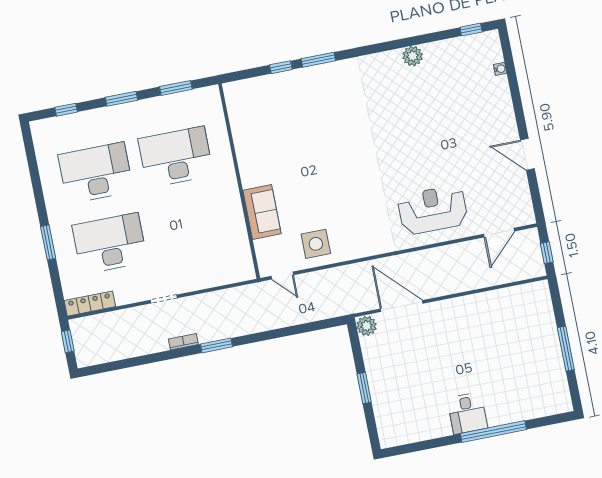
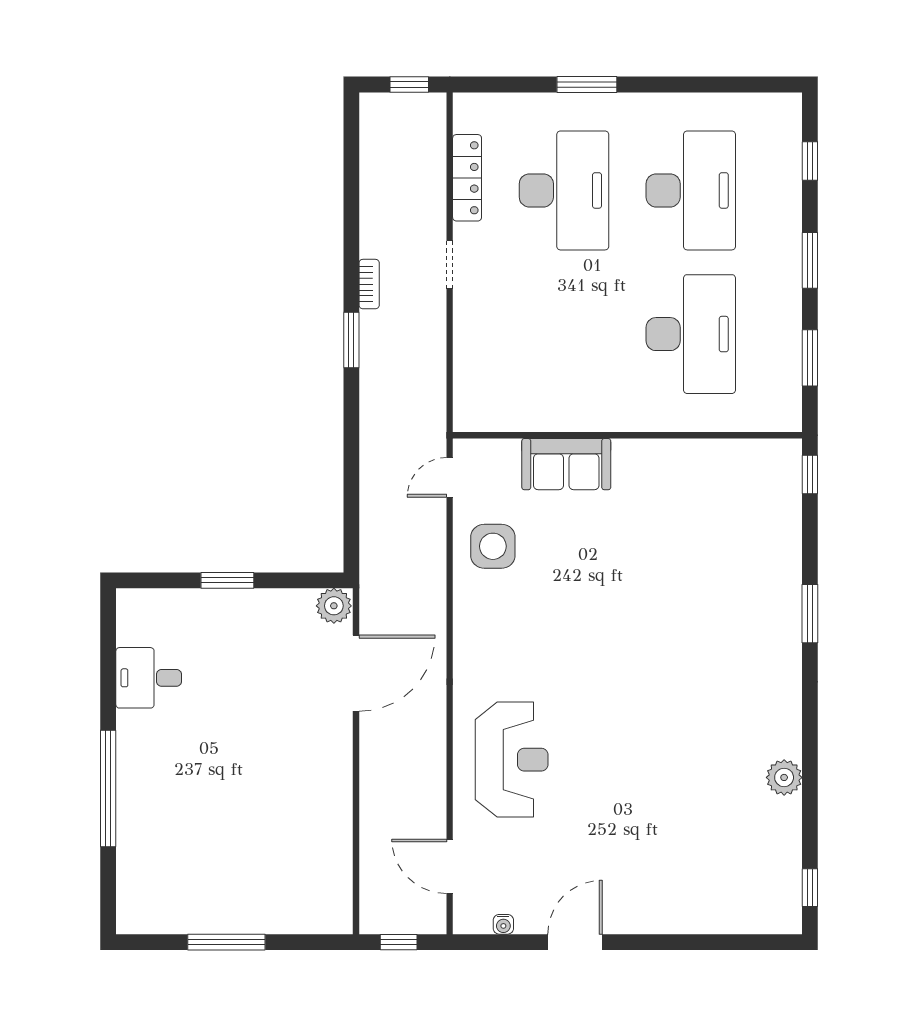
window: (281, 67) -> (810, 475), moved
water cooler: (500, 69) -> (503, 924), moved
locker: (90, 304) -> (467, 178), moved
desk: (467, 413) -> (149, 678), moved

